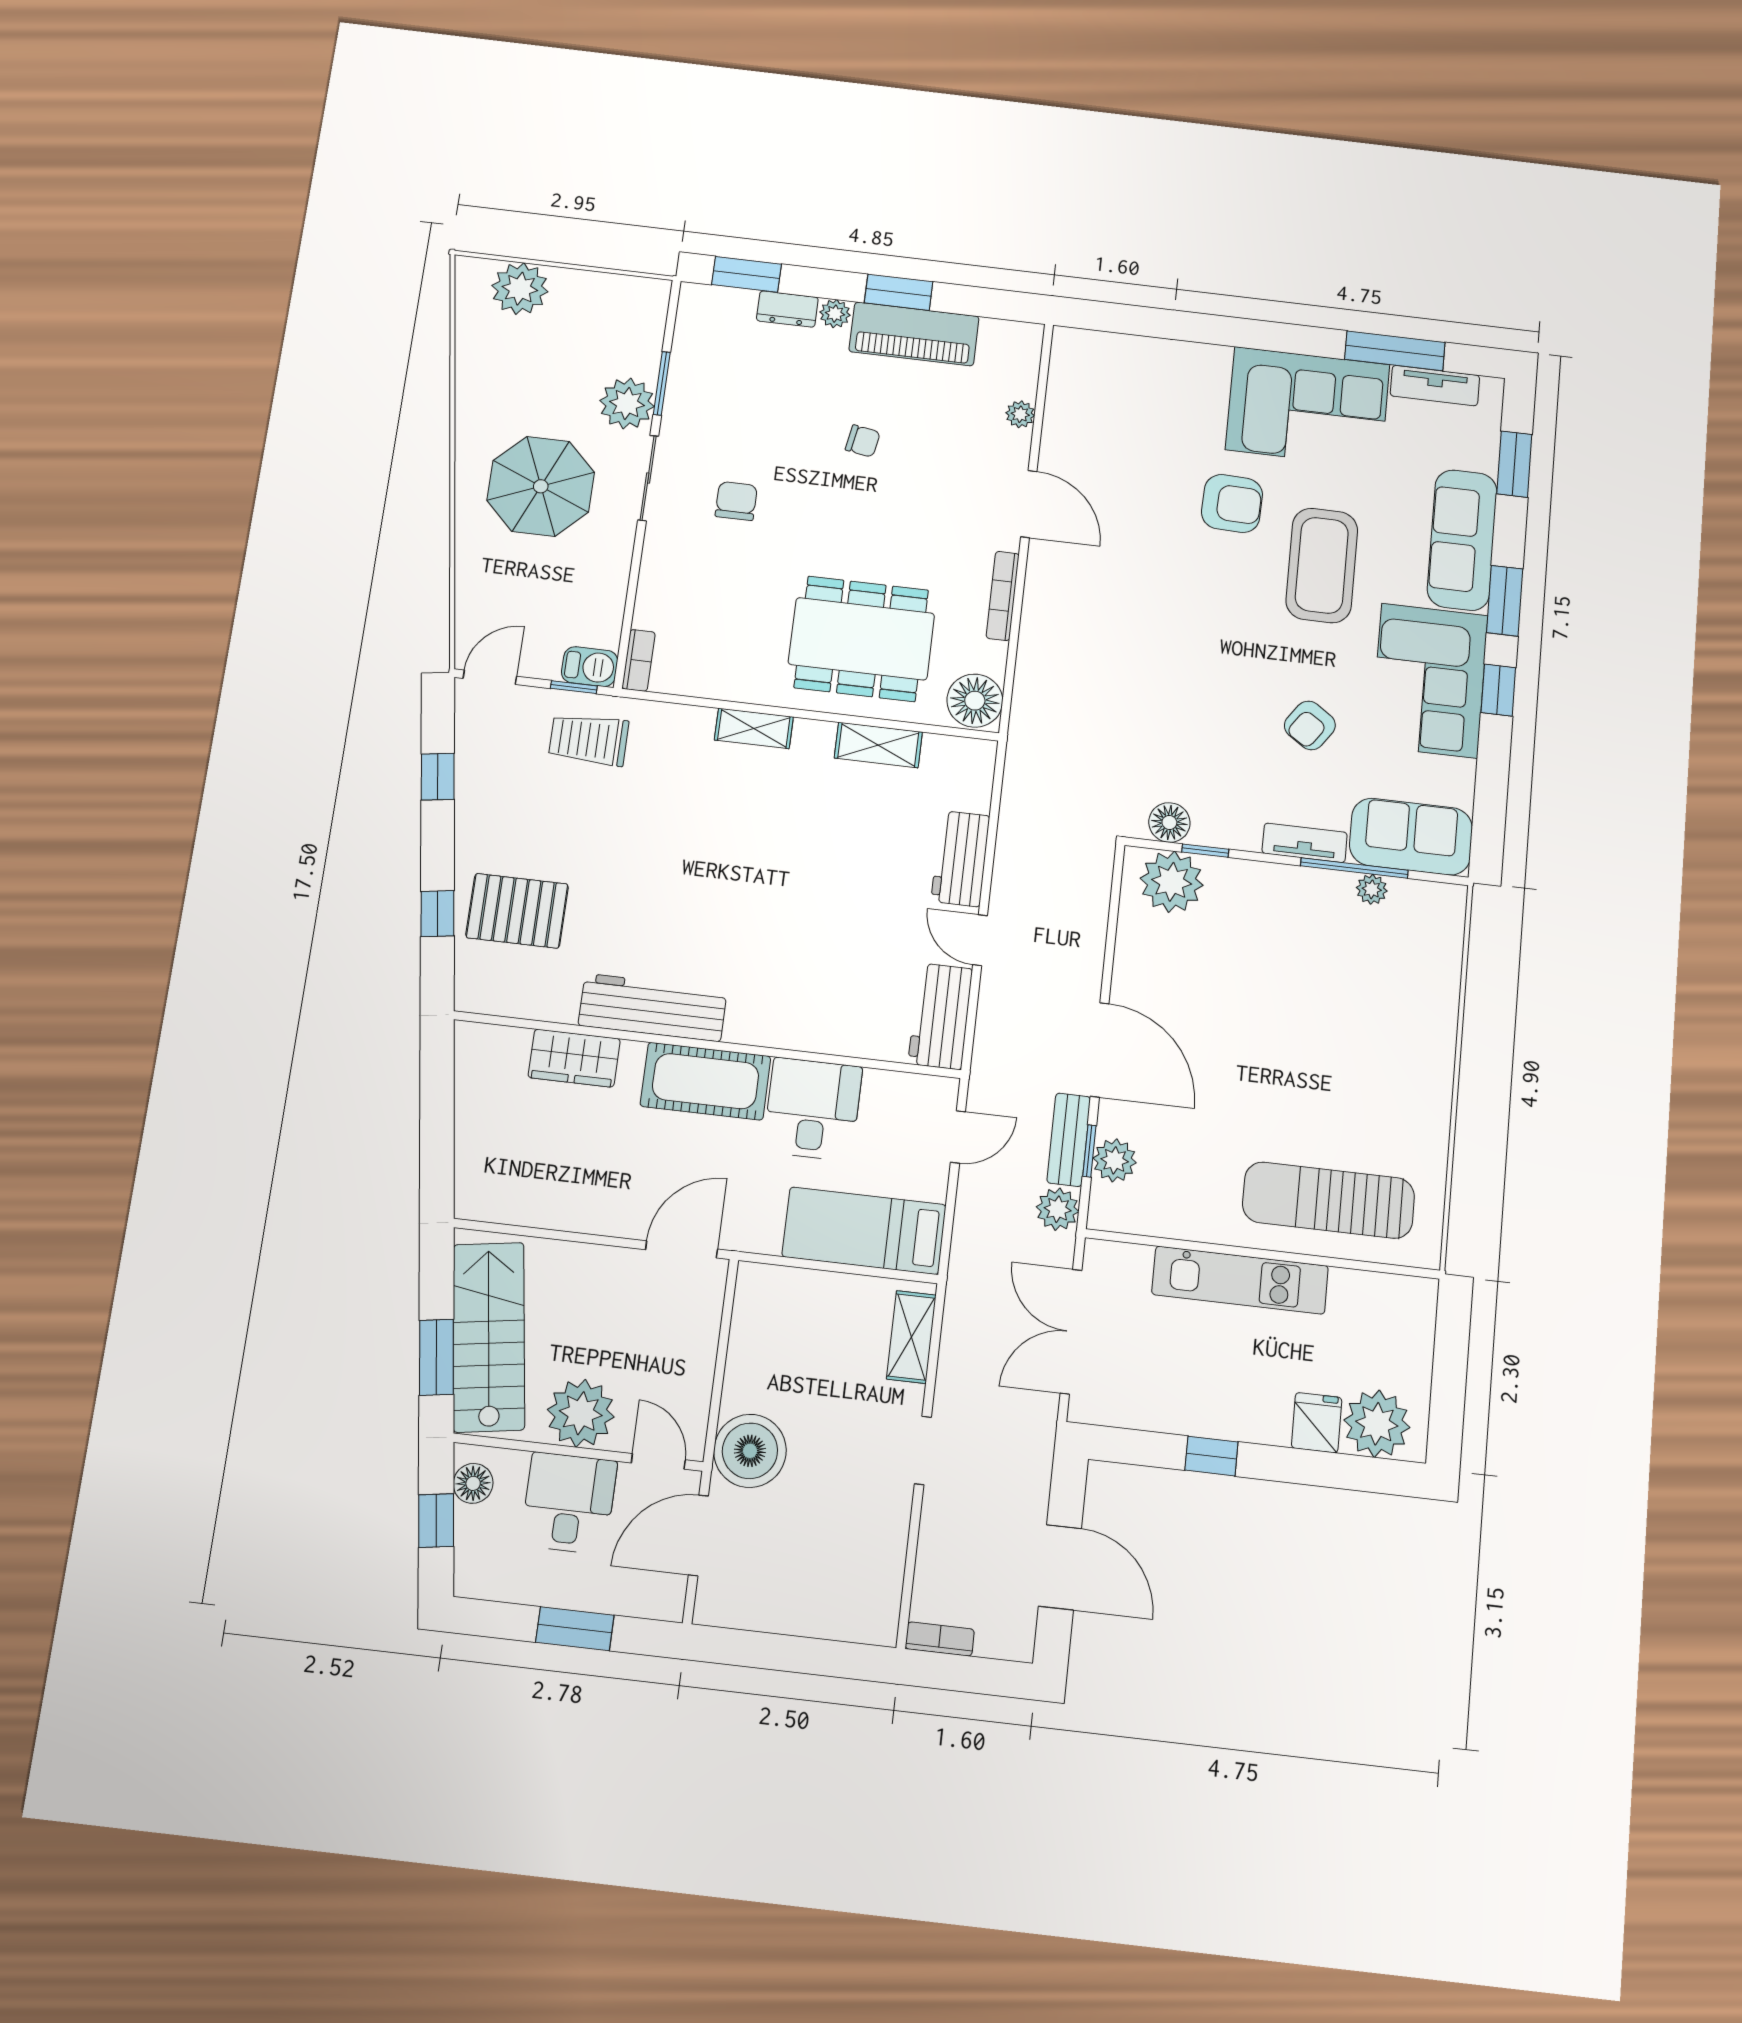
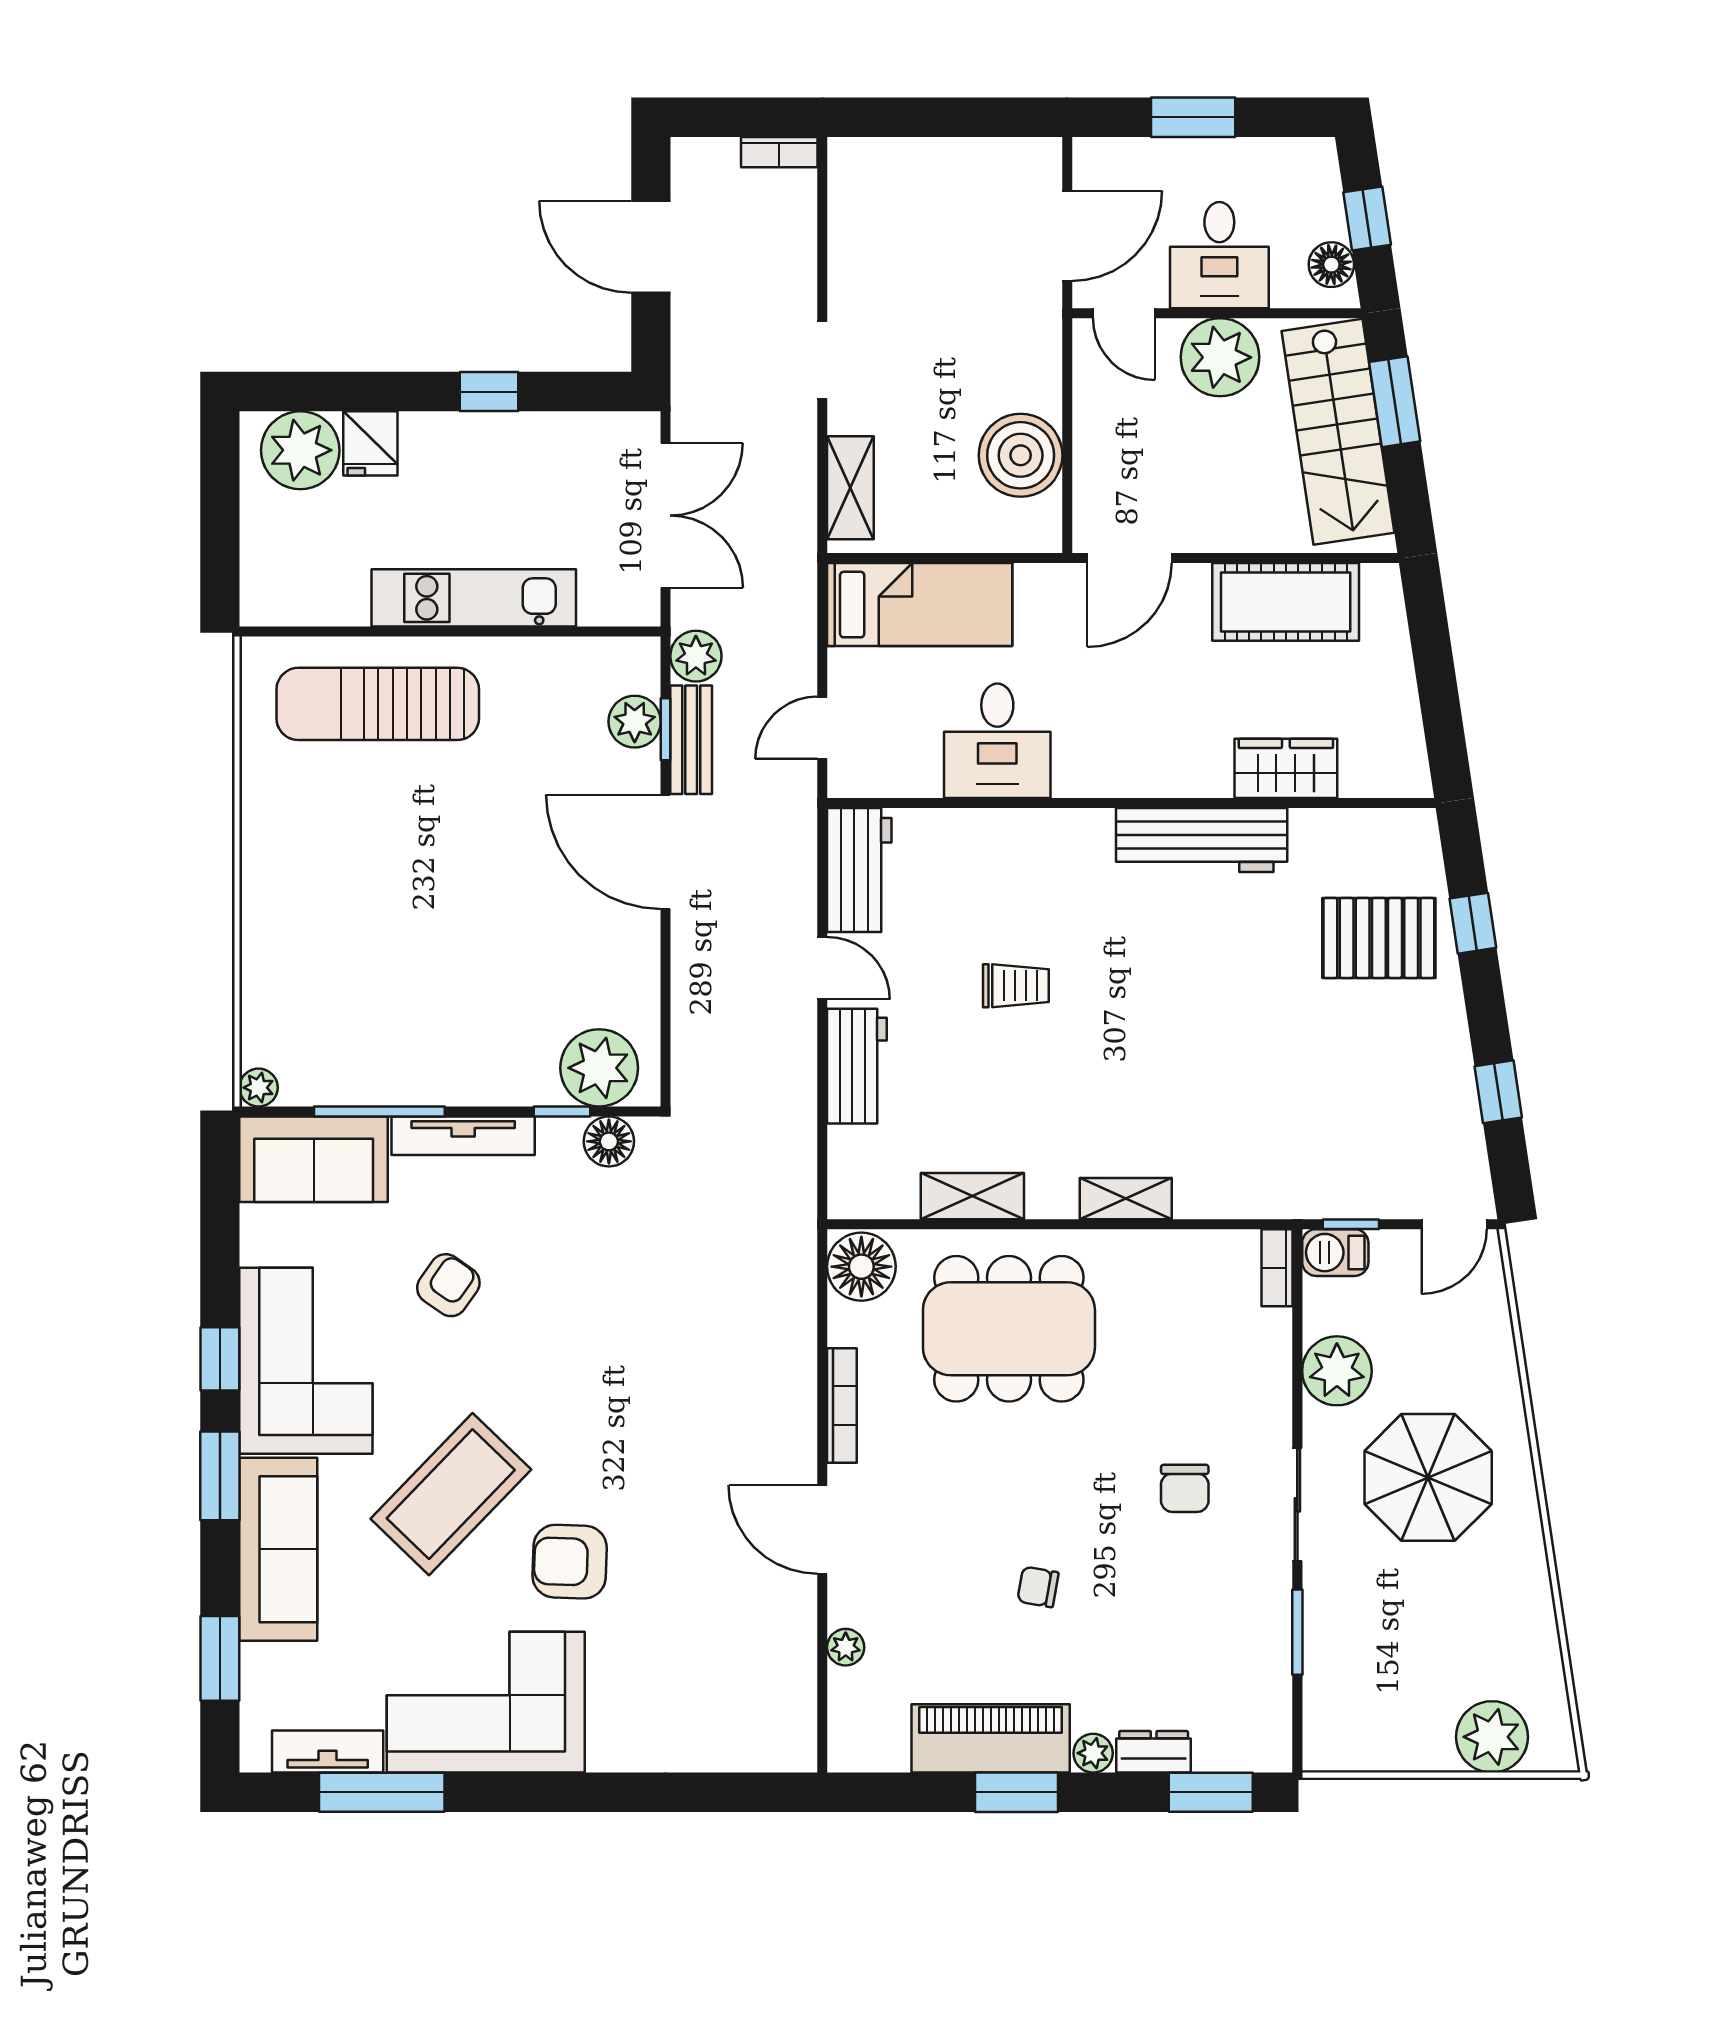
plant: (627, 403) -> (1337, 1371), moved
coffee table: (1322, 565) -> (451, 1494), turned 44
trolley: (589, 740) -> (1016, 986), moved, width x0.73, depth x0.72
tv unit: (1305, 843) -> (463, 1136), width x1.41
plant: (1372, 889) -> (259, 1088), moved
cot: (705, 1081) -> (1286, 602), moved
sun lounger: (1328, 1200) -> (378, 704), turned 180
boiler: (750, 1451) -> (1021, 455), moved

